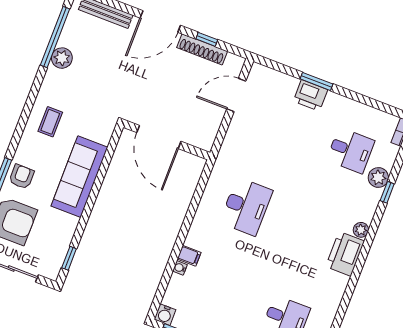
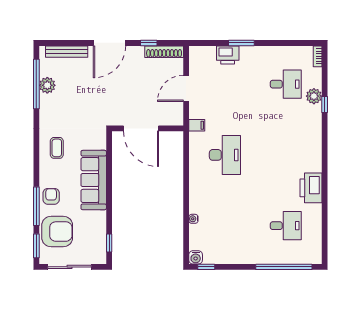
shoe rack: (202, 49) -> (164, 52), moved
plant: (62, 58) -> (47, 85), moved
door: (236, 95) -> (186, 88), moved
printer: (310, 95) -> (228, 55), moved
plant: (361, 230) -> (316, 140), removed
printer: (345, 254) -> (311, 188), moved
filing cabinet: (189, 256) -> (197, 125), moved

